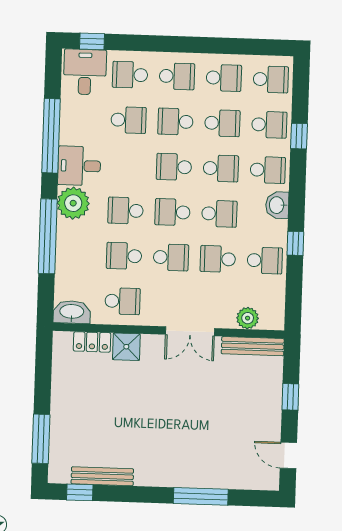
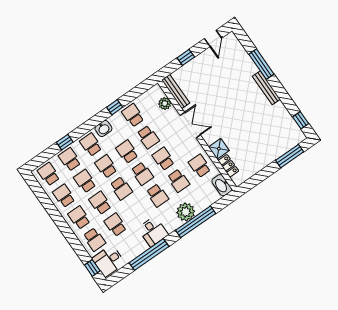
school desk: (175, 122) -> (100, 203), turned 180
plant: (73, 203) -> (186, 212), moved
bench: (102, 476) -> (266, 88), moved

